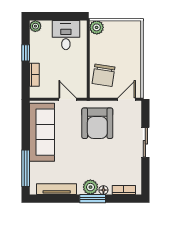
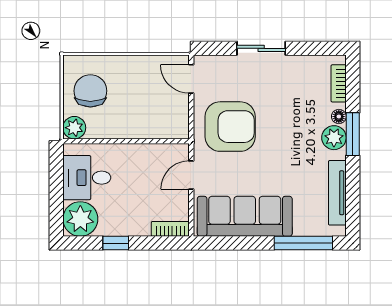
plant: (35, 26) -> (80, 219), width x1.88, depth x1.88
bookcase: (34, 75) -> (170, 229), moved
chair: (103, 75) -> (90, 91), moved, turned -99

